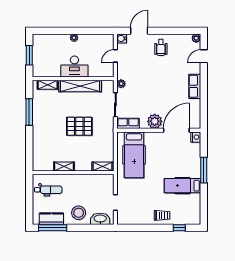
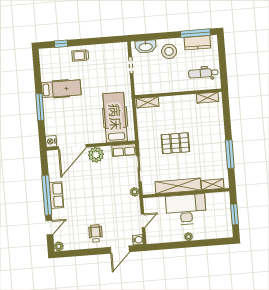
desk: (74, 67) -> (186, 209), width x1.36, depth x1.30
window: (204, 87) -> (47, 195), added
shelving: (64, 166) -> (207, 98), moved

